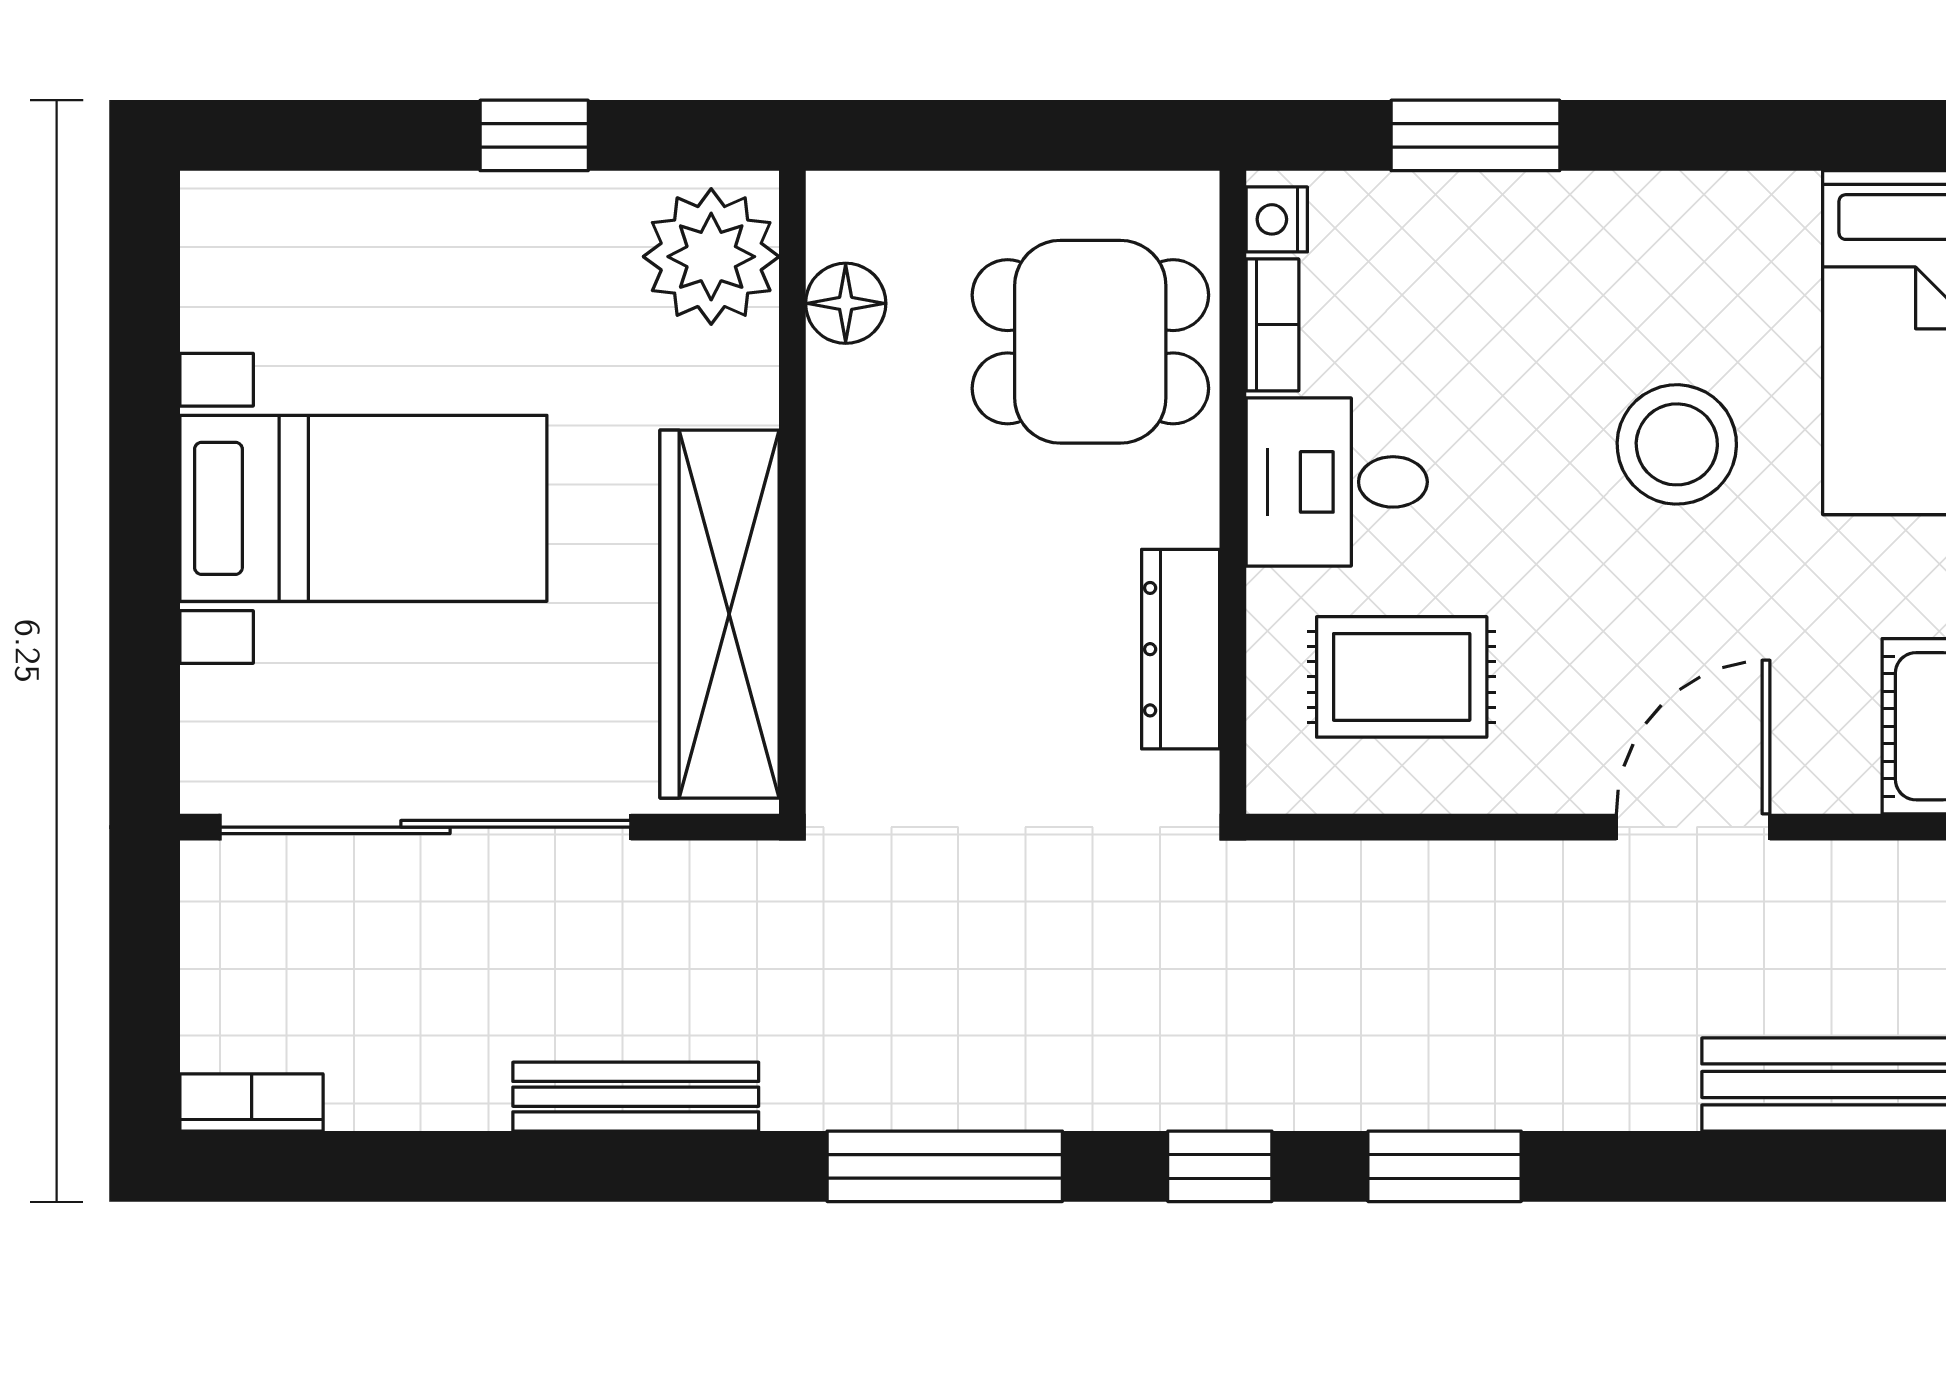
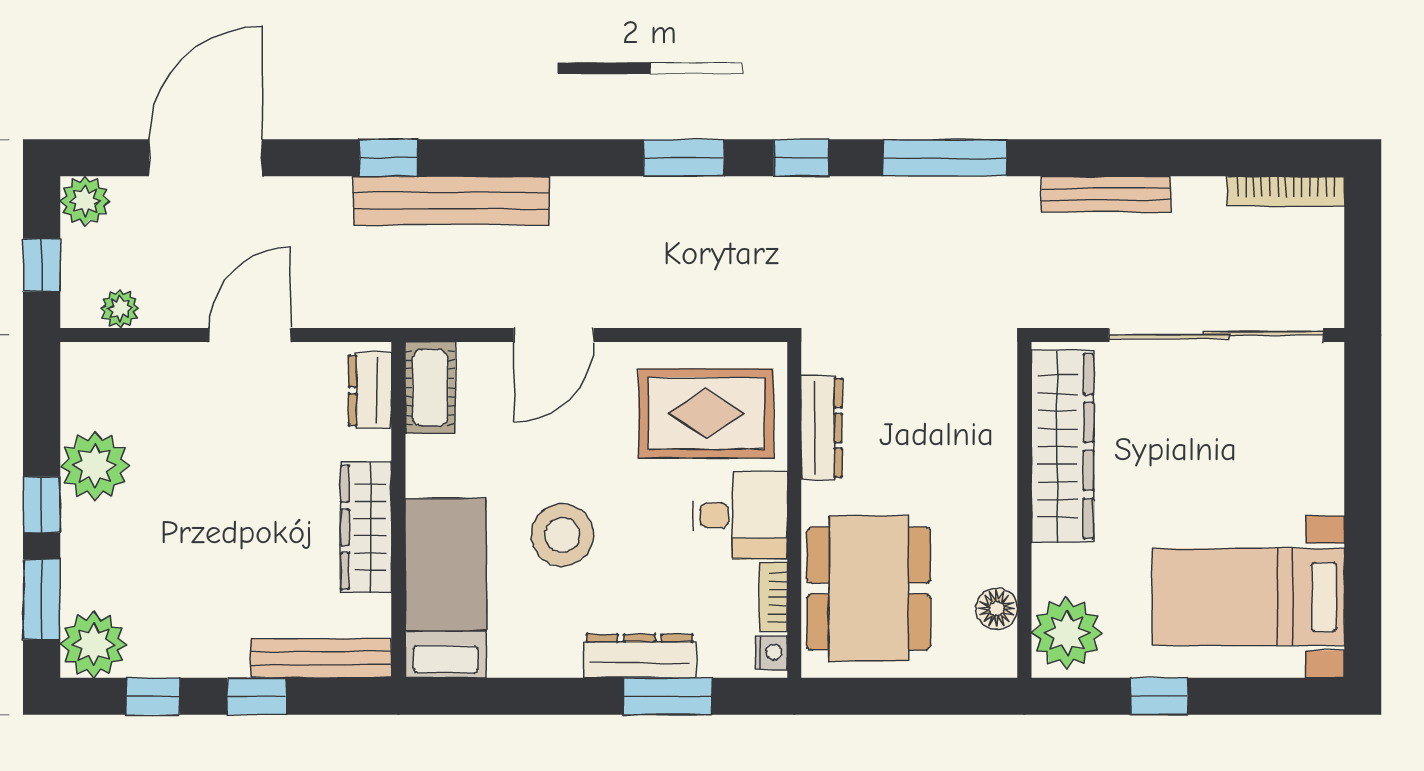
dresser: (1529, 213) -> (640, 656), added
dining table: (1090, 342) -> (869, 589), width x1.38
bed with nightstands: (363, 508) -> (1248, 597), moved
rug: (1402, 677) -> (706, 413), width x1.36, depth x1.43
bookcase: (252, 1102) -> (1286, 191), width x1.56

